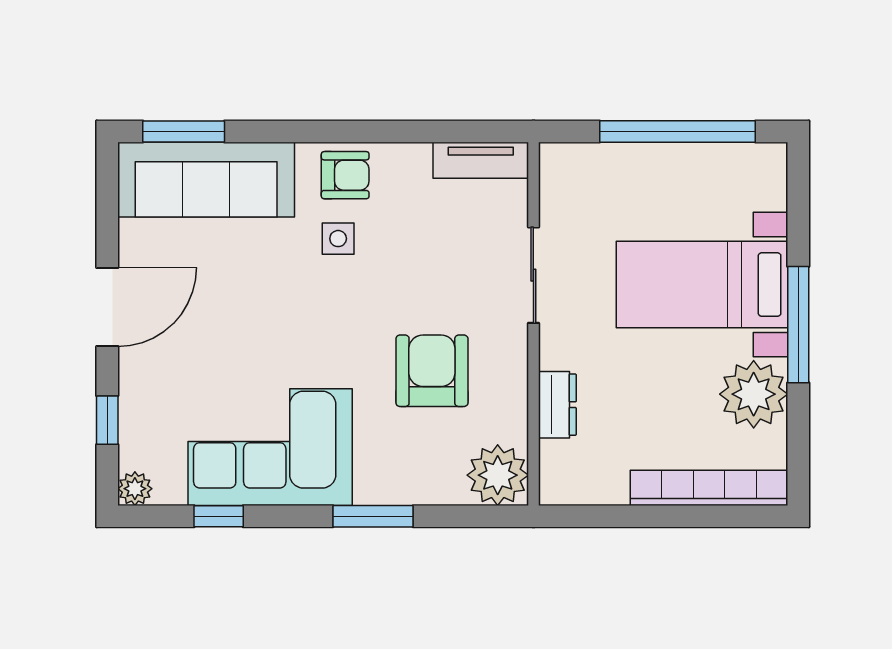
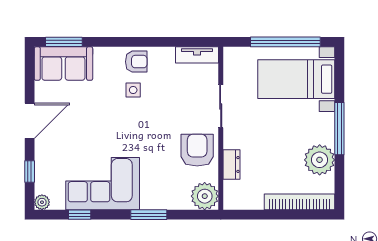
sofa: (206, 180) -> (63, 64), width x0.73
bed with nightstands: (702, 285) -> (296, 79), moved
armchair: (432, 371) -> (197, 150), moved

